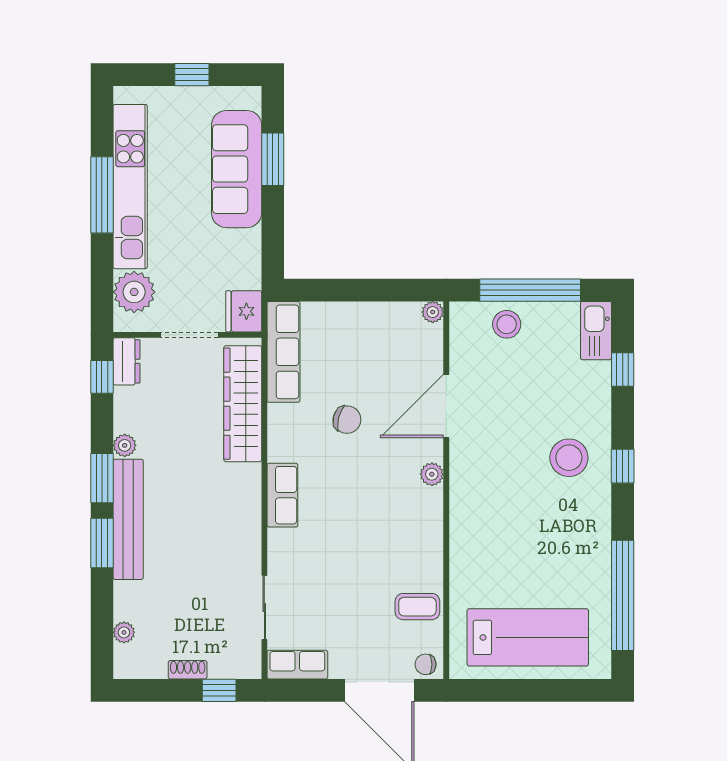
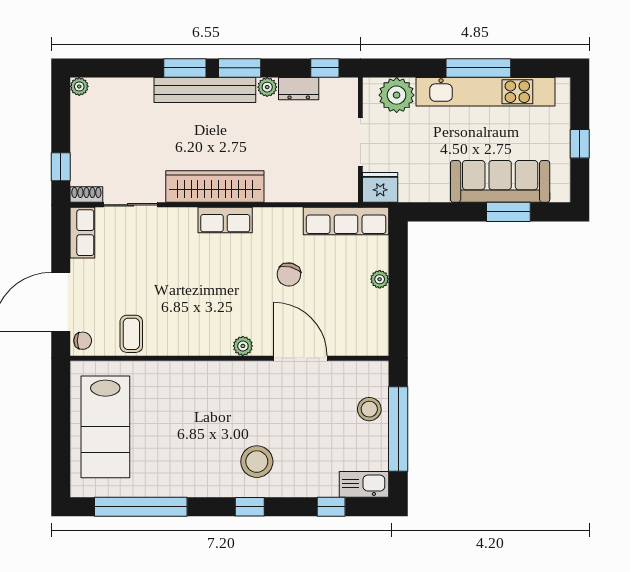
plant: (433, 312) -> (380, 279), moved
dresser: (126, 361) -> (299, 89), moved
wardrobe: (243, 404) -> (215, 187), moved
plant: (124, 632) -> (79, 86), moved
chair: (426, 664) -> (83, 341), turned 90
shoe rack: (188, 670) -> (86, 195), moved, turned -90

